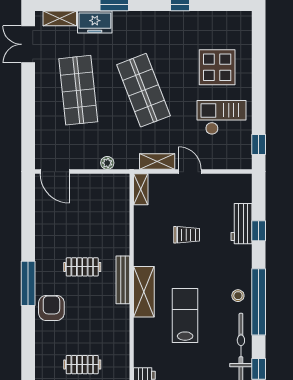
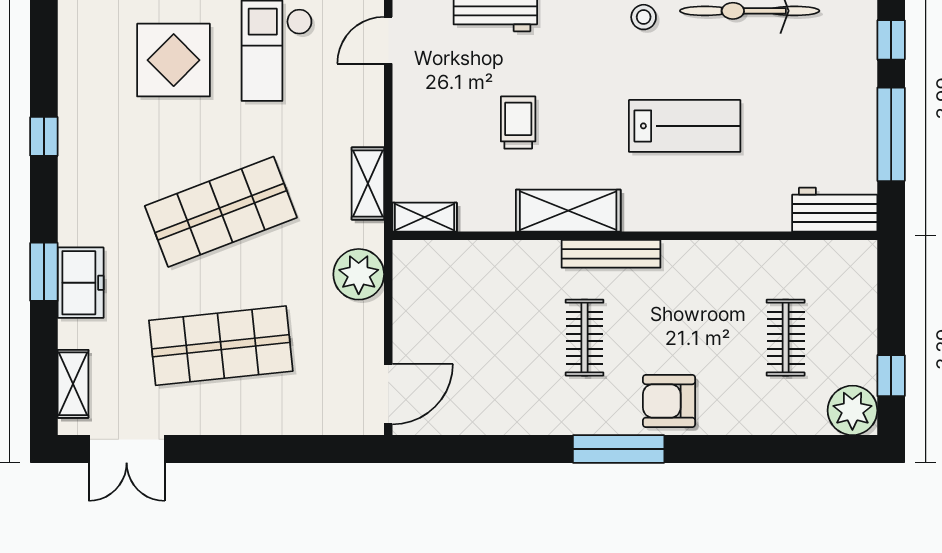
freezer: (95, 22) -> (81, 283), moved
plant: (107, 163) -> (359, 274), width x1.88, depth x1.88
door: (190, 172) -> (388, 40), moved
shelving: (144, 292) -> (568, 211), moved
lab bench: (185, 316) -> (685, 126), turned 180

